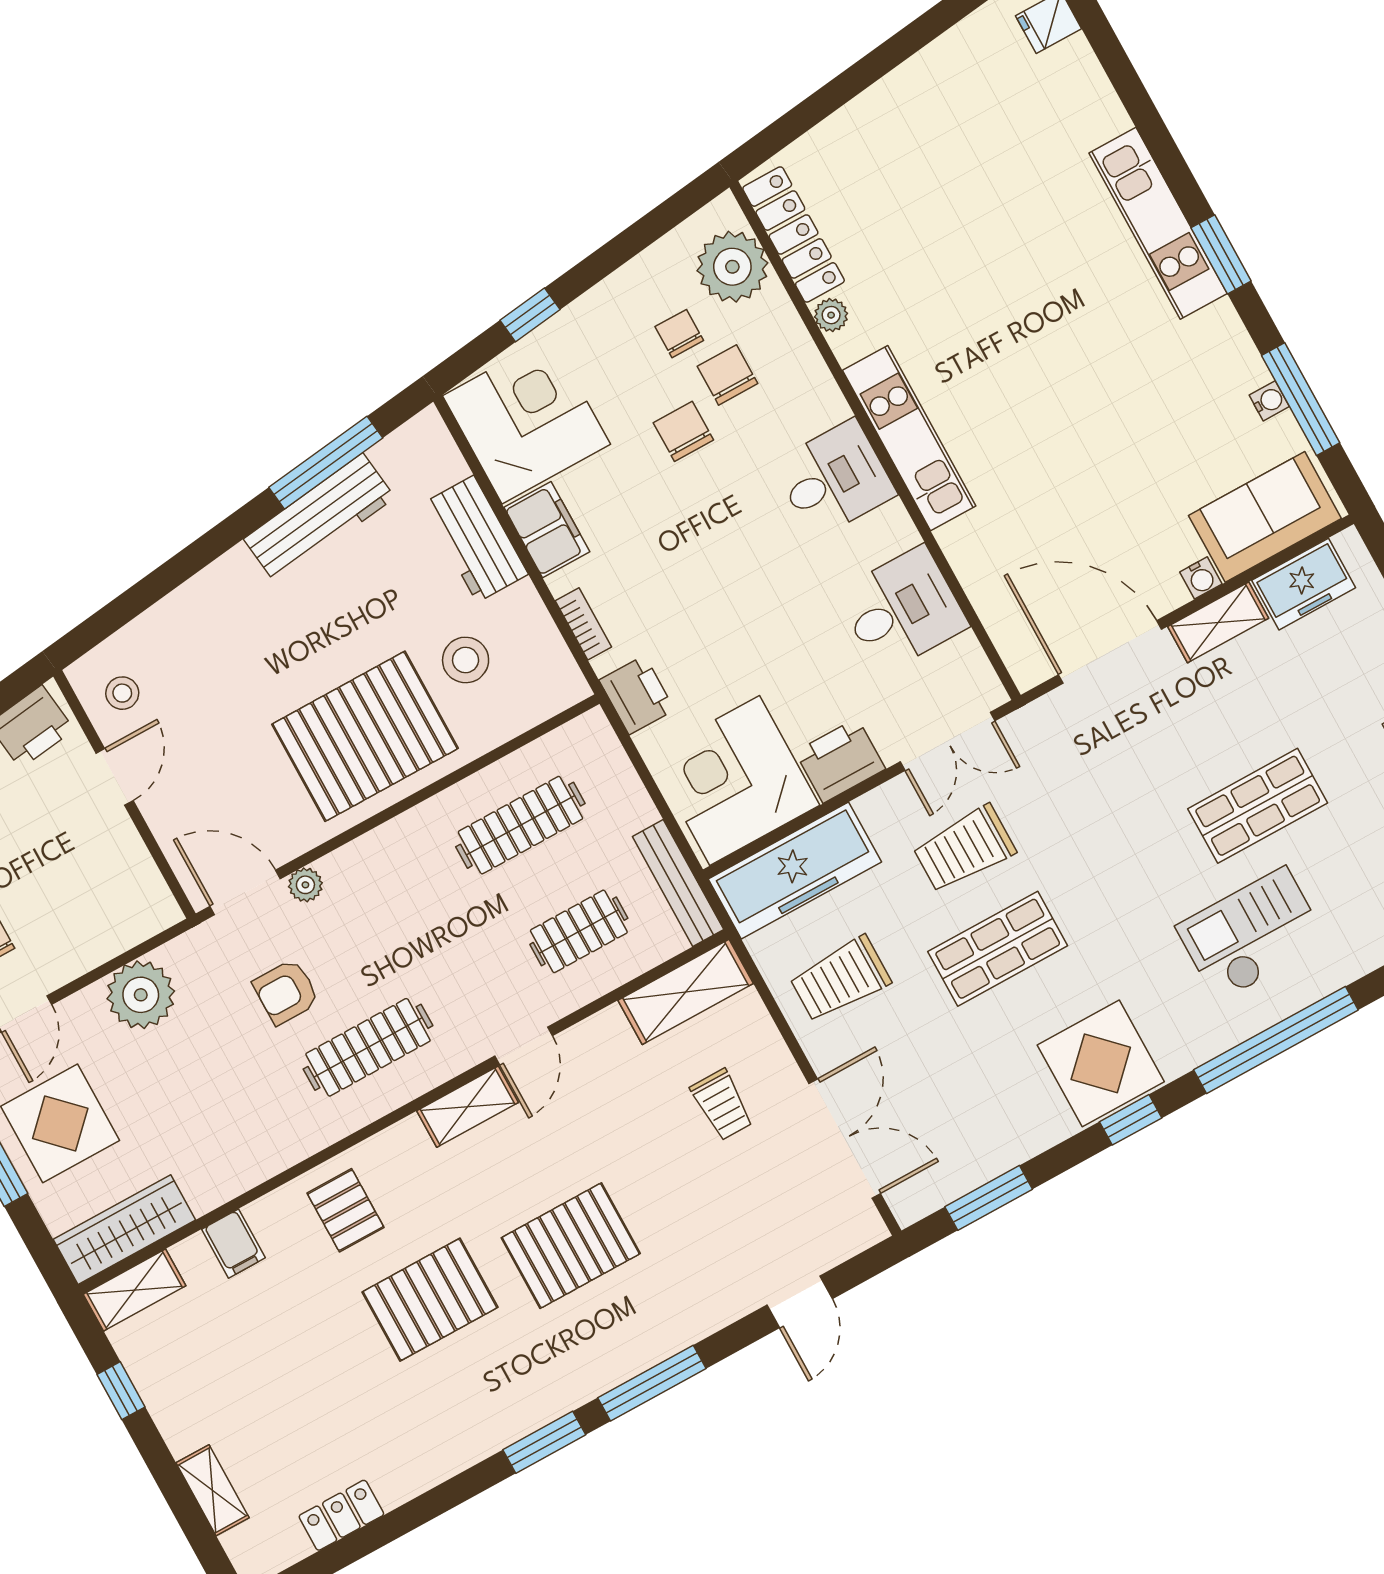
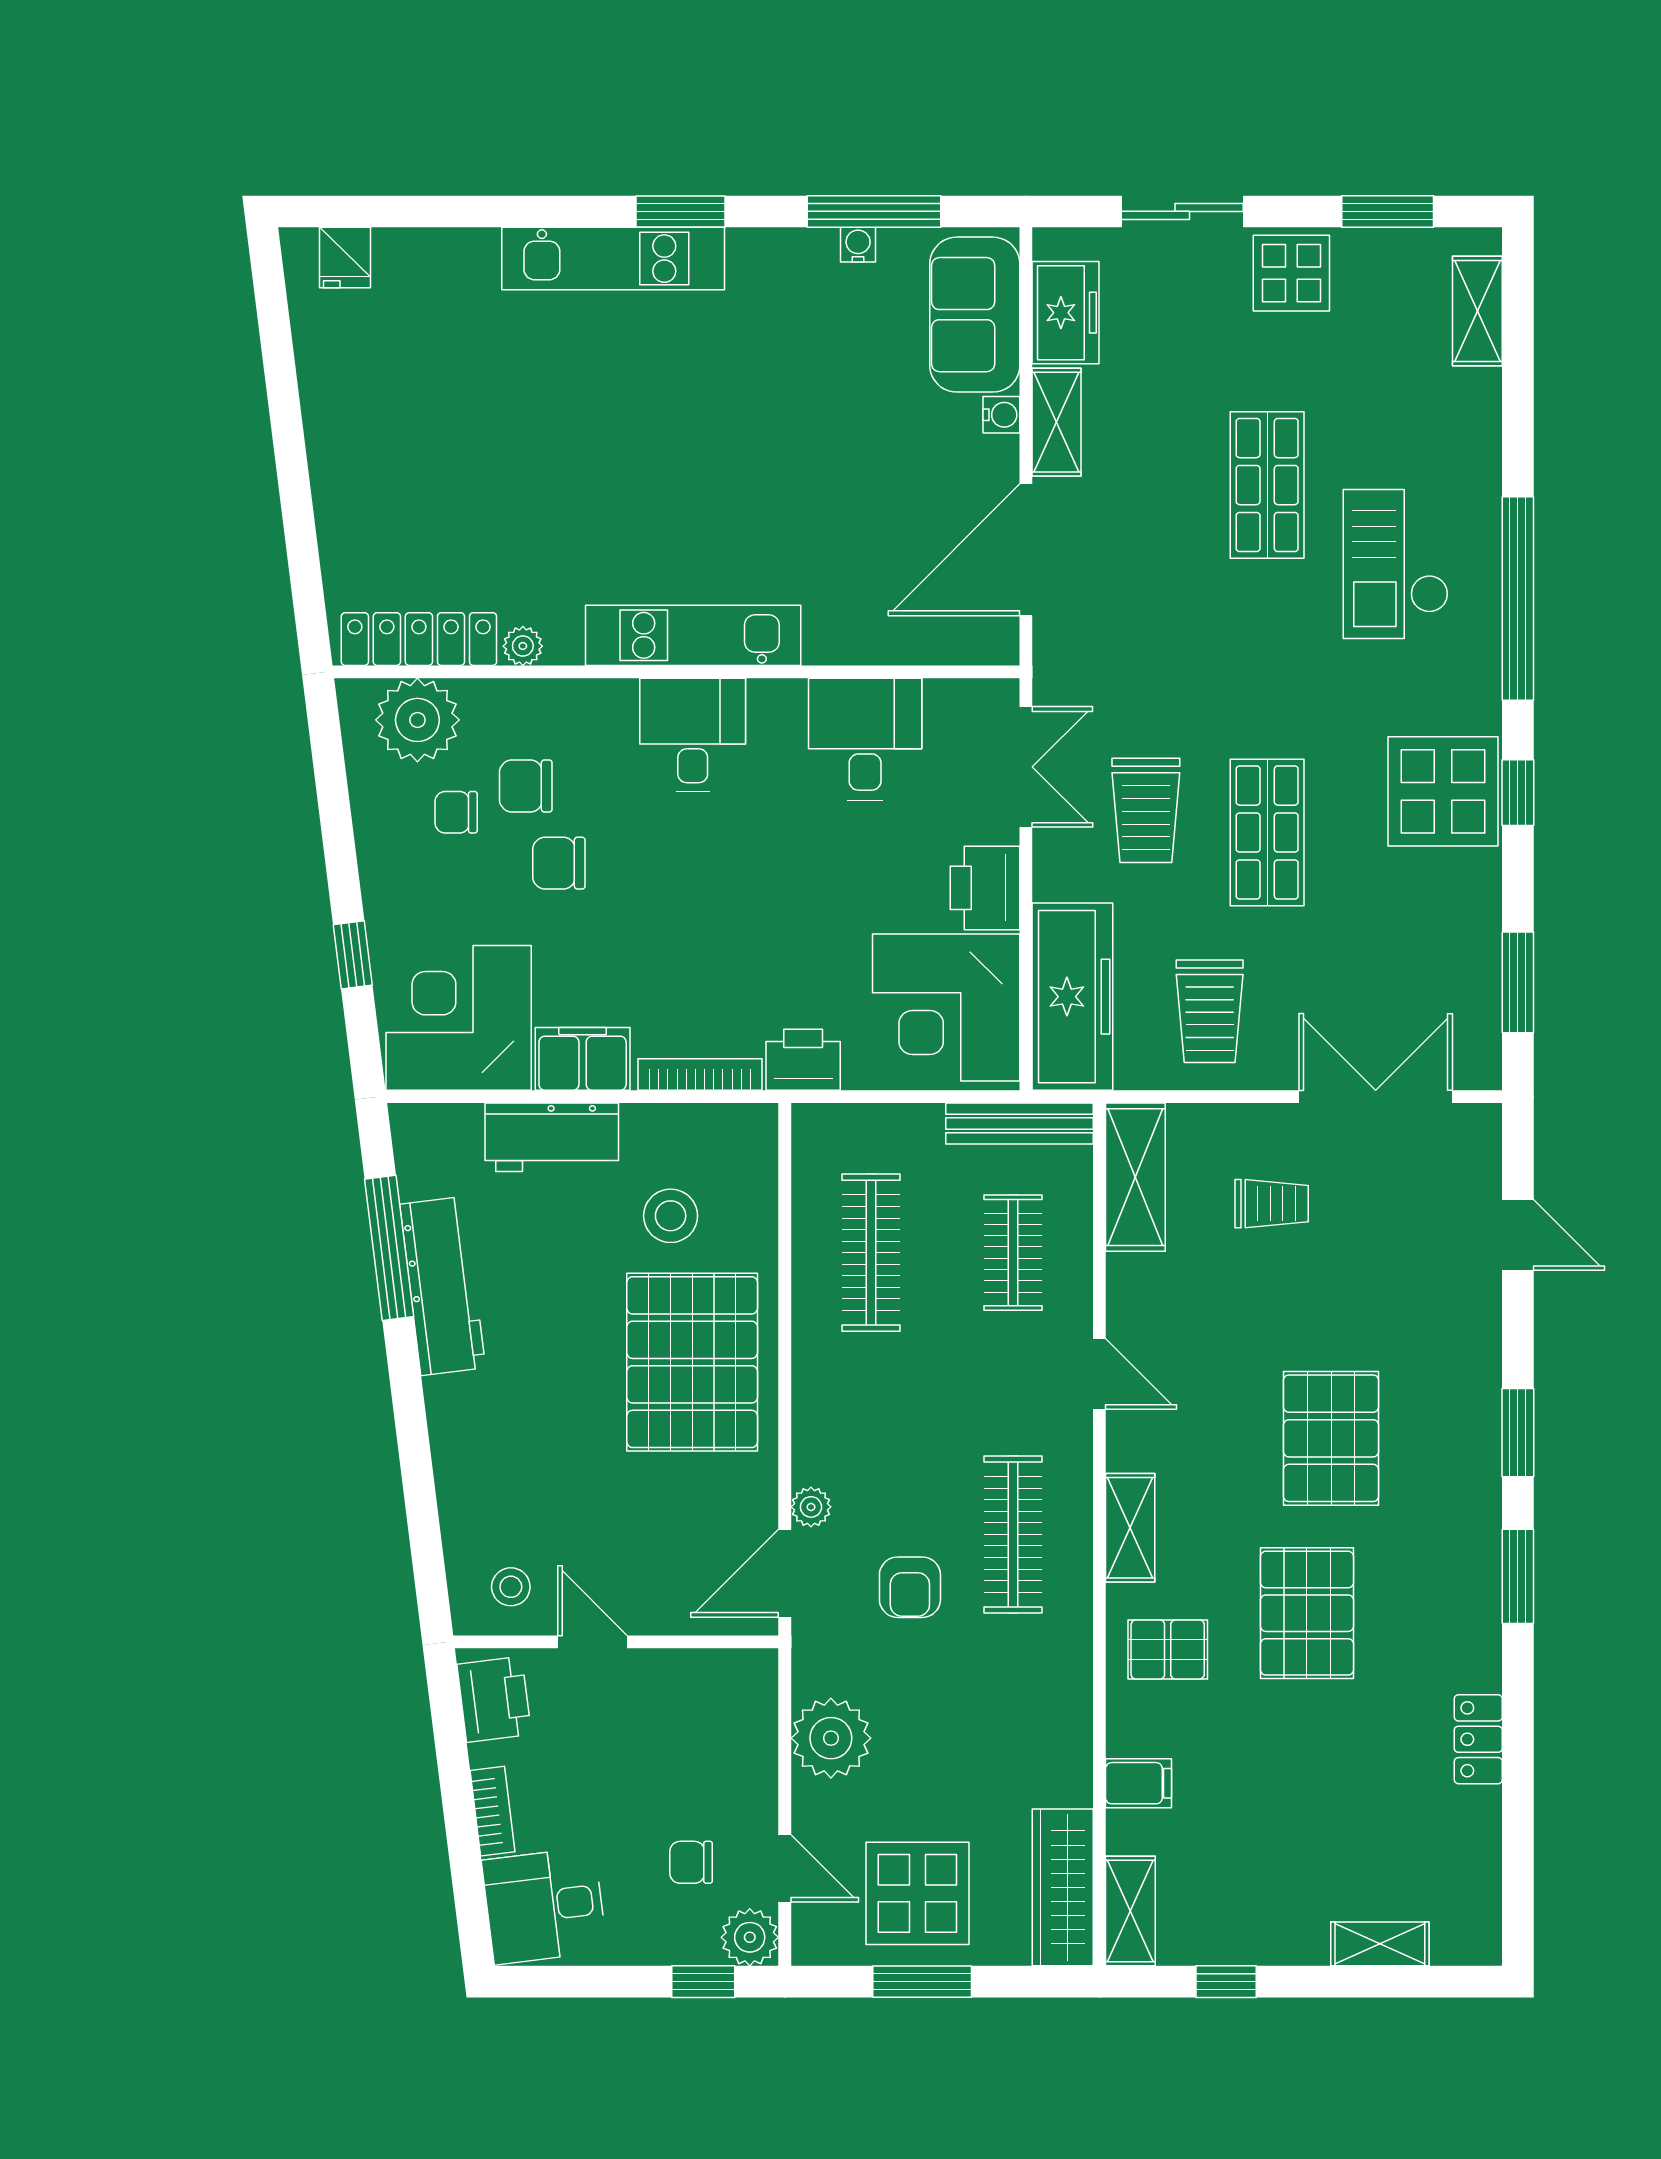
bookcase: (583, 624) -> (700, 1074), width x1.56
shelving: (468, 1107) -> (1130, 1528), moved
window: (652, 1383) -> (1518, 1433), width x0.69
locker: (341, 1515) -> (1478, 1739), moved

